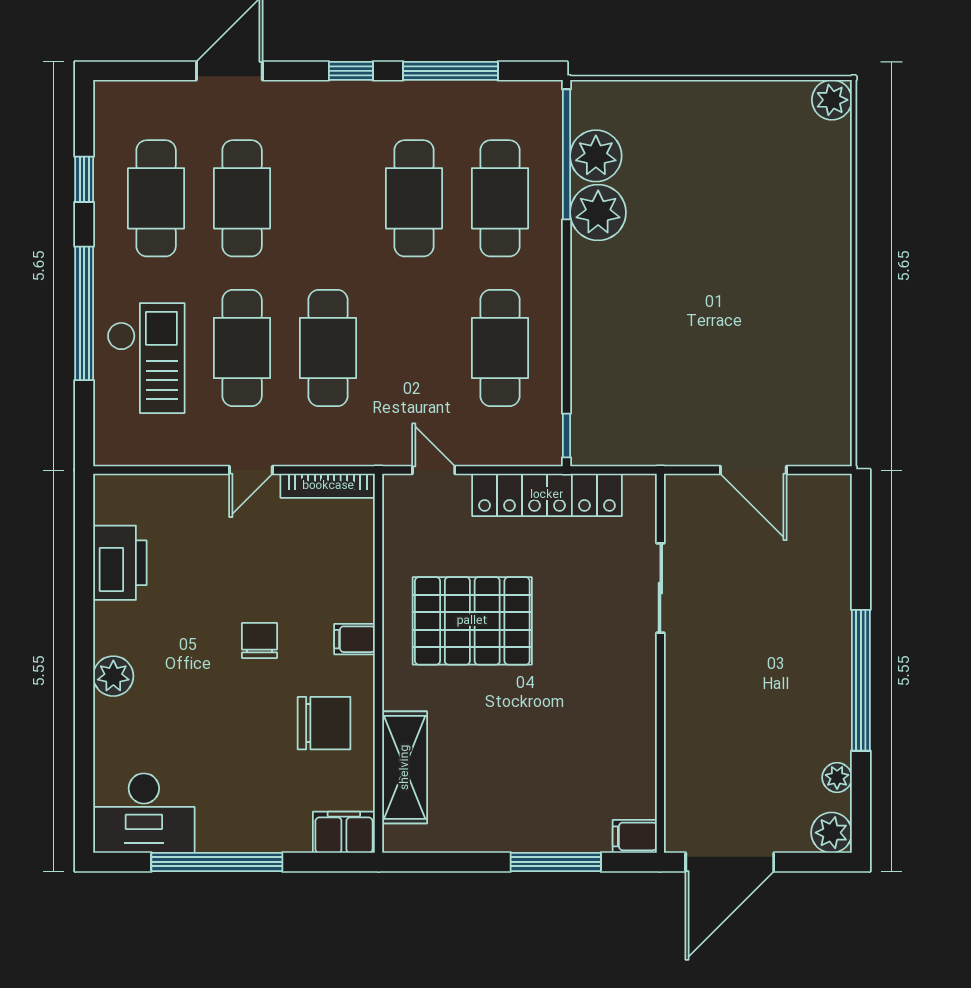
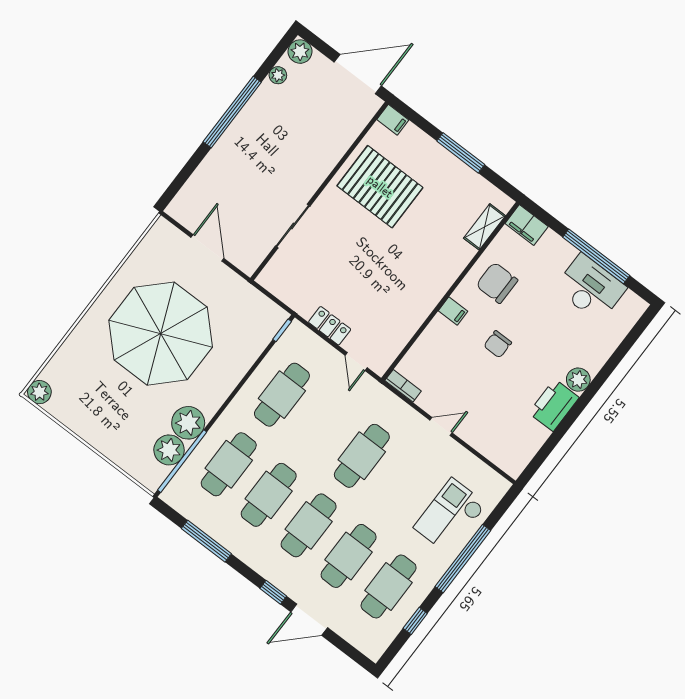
window: (351, 71) -> (273, 592), moved
parasol: (728, 305) -> (161, 334), added
cafe table: (242, 348) -> (309, 525), moved
bookcase: (328, 486) -> (403, 386), width x0.64
locker: (547, 495) -> (330, 326), width x0.46, depth x0.83
printer: (120, 563) -> (554, 405), moved
pallet: (472, 621) -> (380, 187), moved
shelving: (405, 767) -> (485, 227), width x0.67, depth x0.75
desk: (144, 813) -> (590, 288), moved
window: (556, 862) -> (461, 153), moved

